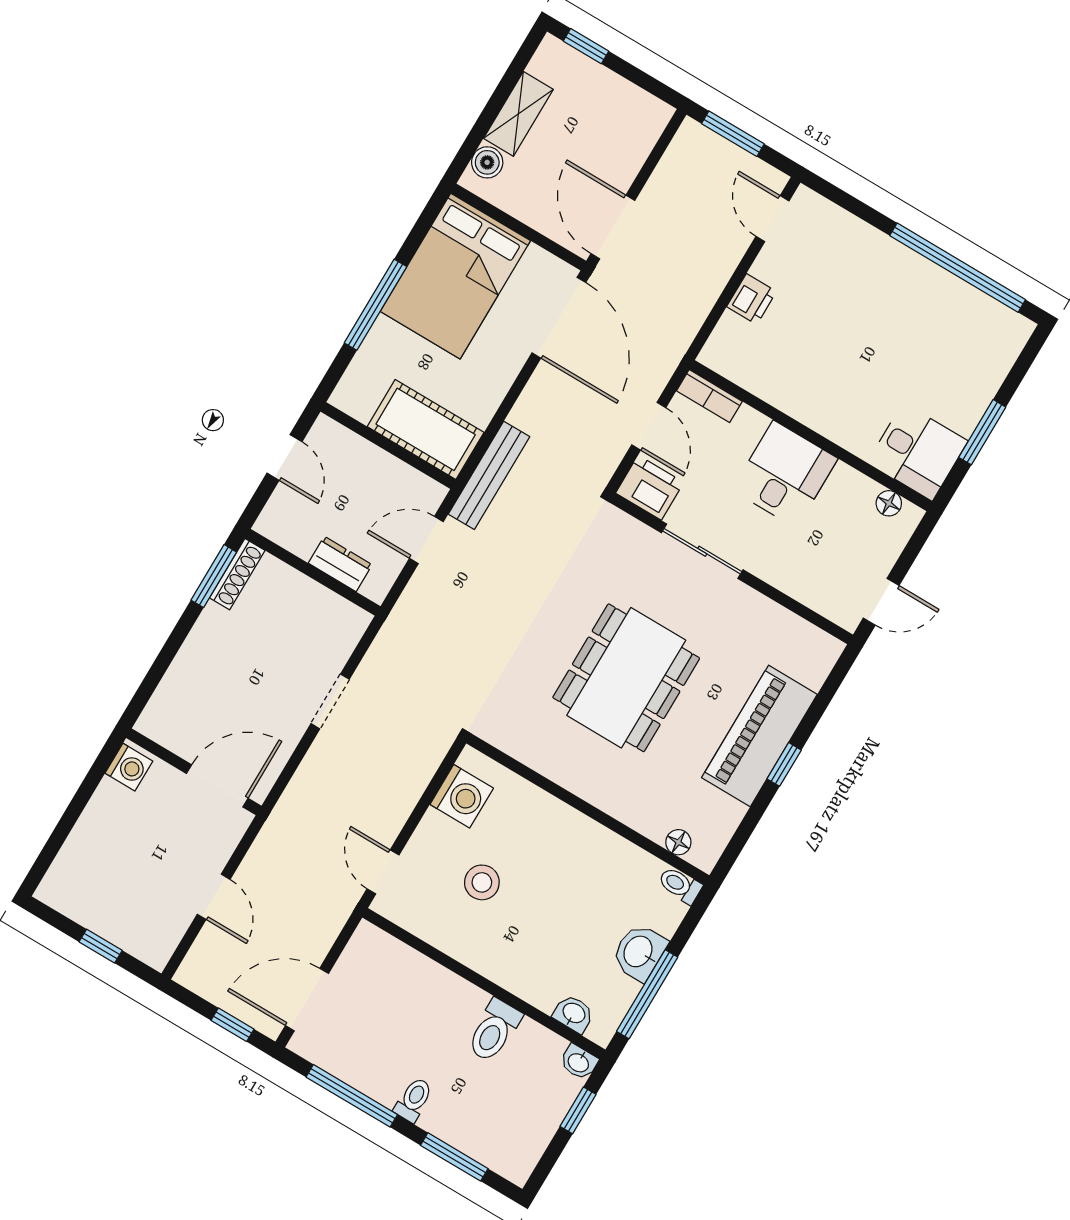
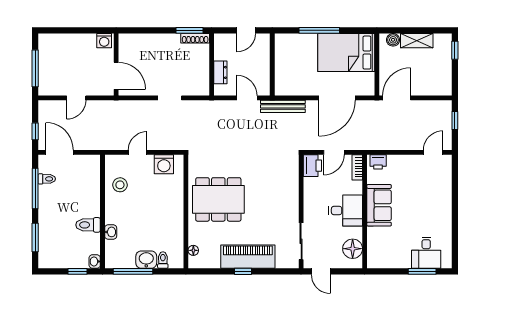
window: (733, 134) -> (455, 121), width x0.67
window: (958, 268) -> (455, 228), removed
printer: (752, 299) -> (378, 162), moved
door: (559, 318) -> (337, 98), moved
sofa: (816, 398) -> (379, 205), added
cot: (426, 429) -> (286, 74), removed
window: (982, 432) -> (422, 271), moved
desk: (918, 452) -> (426, 253), moved
floor lamp: (889, 503) -> (353, 249), width x1.89, depth x1.89
sliding door: (702, 551) -> (301, 241), moved
dining table: (626, 678) -> (218, 199), moved
door: (383, 872) -> (138, 152), moved
stool: (482, 882) -> (120, 185), moved
toilet: (680, 885) -> (163, 260), moved
window: (101, 946) -> (35, 68), width x2.17
washbasin: (574, 1014) -> (111, 232), moved
toilet: (414, 1100) -> (47, 179), moved

